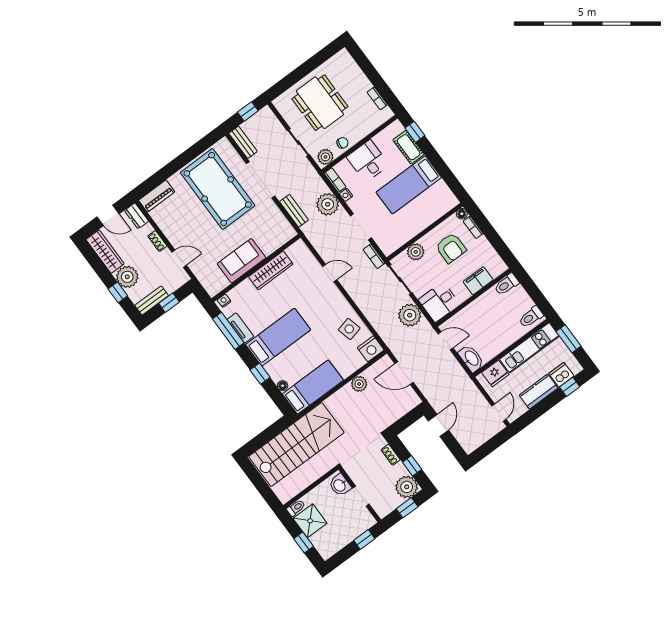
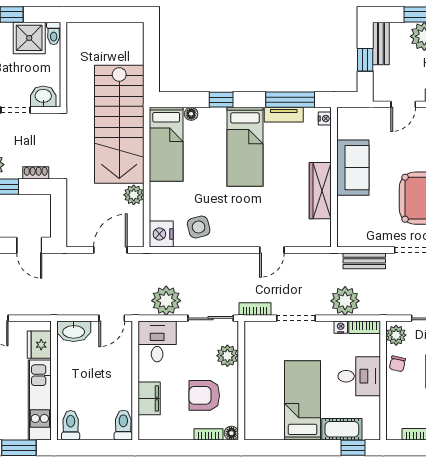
stairs: (296, 444) -> (119, 124), moved

